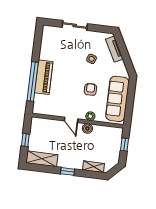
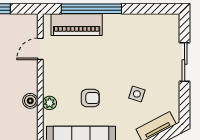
piano: (44, 77) -> (77, 25), moved
door: (71, 120) -> (40, 49), moved

